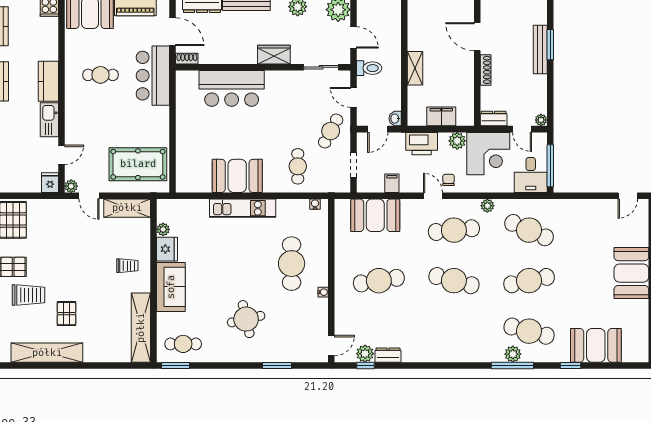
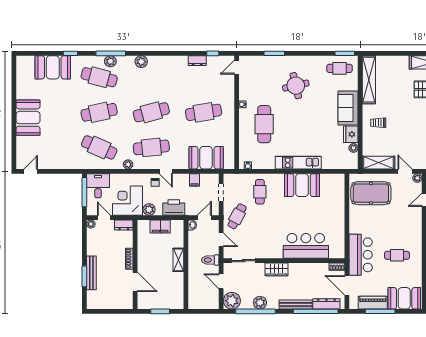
cafe table: (454, 281) -> (151, 112), turned -30
plant: (365, 354) -> (141, 62), moved

